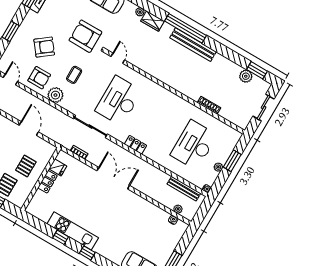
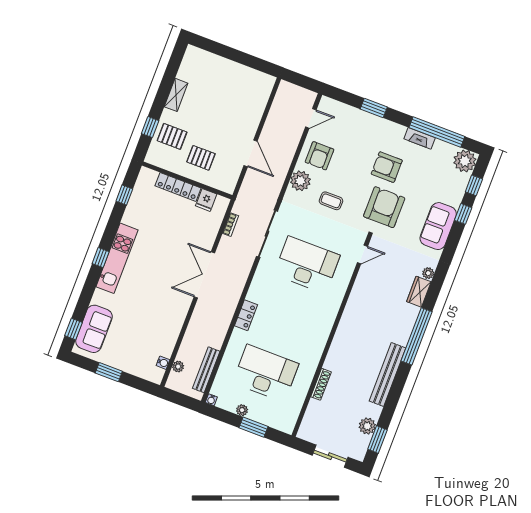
bench: (193, 45) -> (387, 375), moved
armchair: (44, 47) -> (387, 167), moved, turned 128
door: (29, 129) -> (251, 153), hinge flipped
locker: (135, 145) -> (246, 315), moved
double door: (113, 178) -> (204, 275), swing flipped
locker: (48, 182) -> (178, 187), width x1.53
kitchen unit: (73, 231) -> (117, 258), moved
window: (61, 237) -> (124, 195), moved

